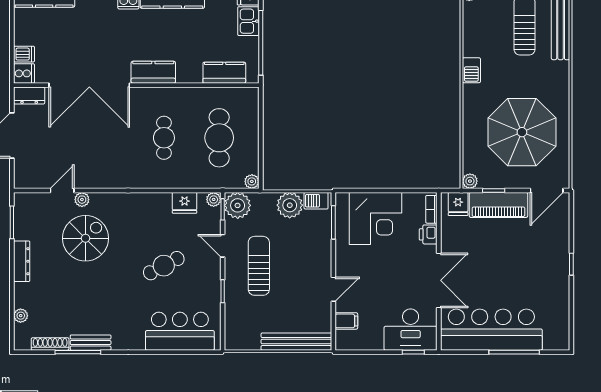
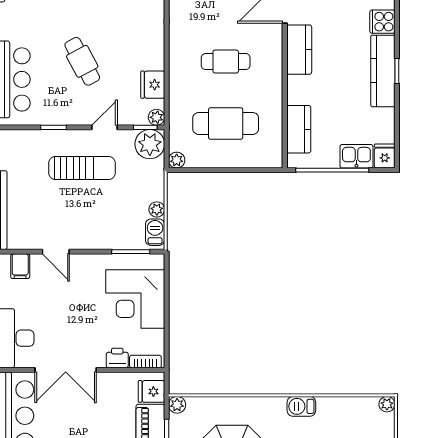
plant: (290, 205) -> (157, 209), width x0.53, depth x0.53

